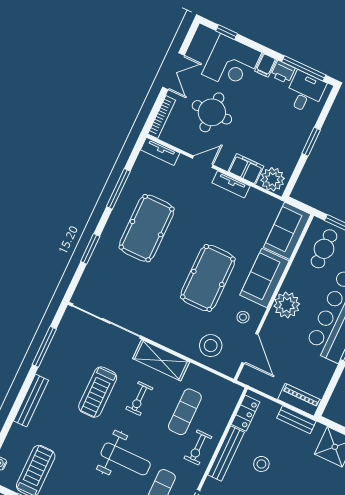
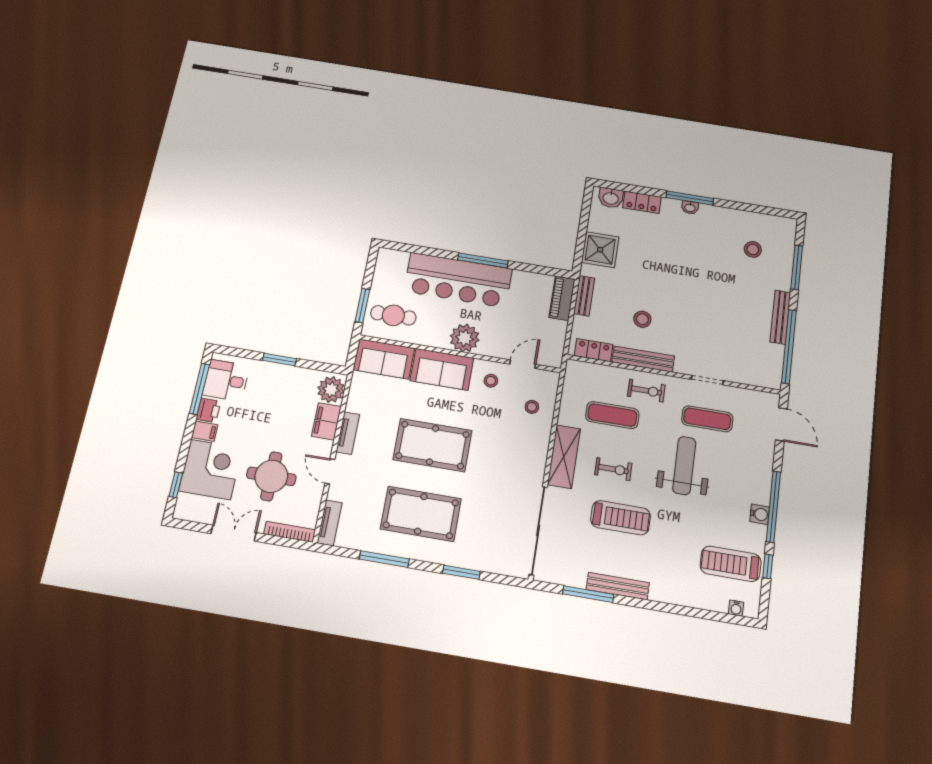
pool table: (208, 278) -> (433, 445), moved
stool: (211, 346) -> (532, 407), width x0.53, depth x0.53
door: (250, 348) -> (523, 364), width x0.73
bench: (31, 401) -> (618, 586), moved

